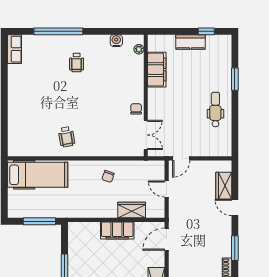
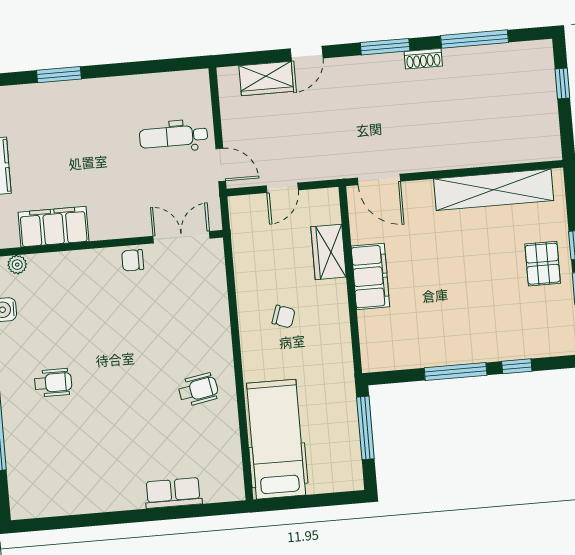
row of seats: (14, 49) -> (173, 493), moved
dental chair: (215, 109) -> (174, 136), moved
chair: (108, 176) -> (284, 316), moved

